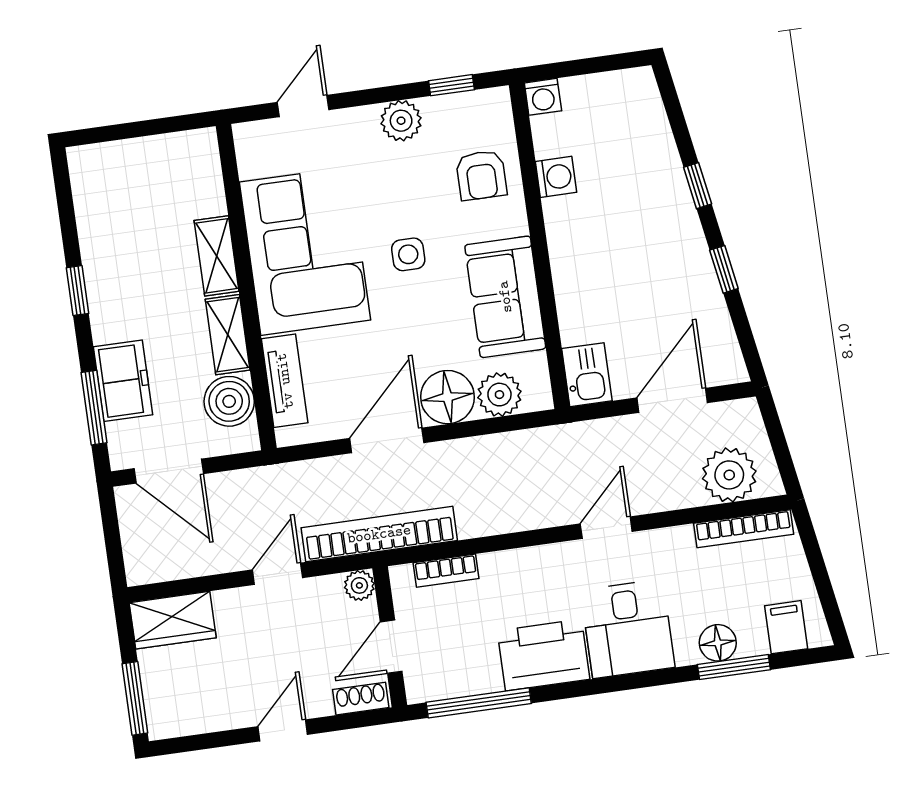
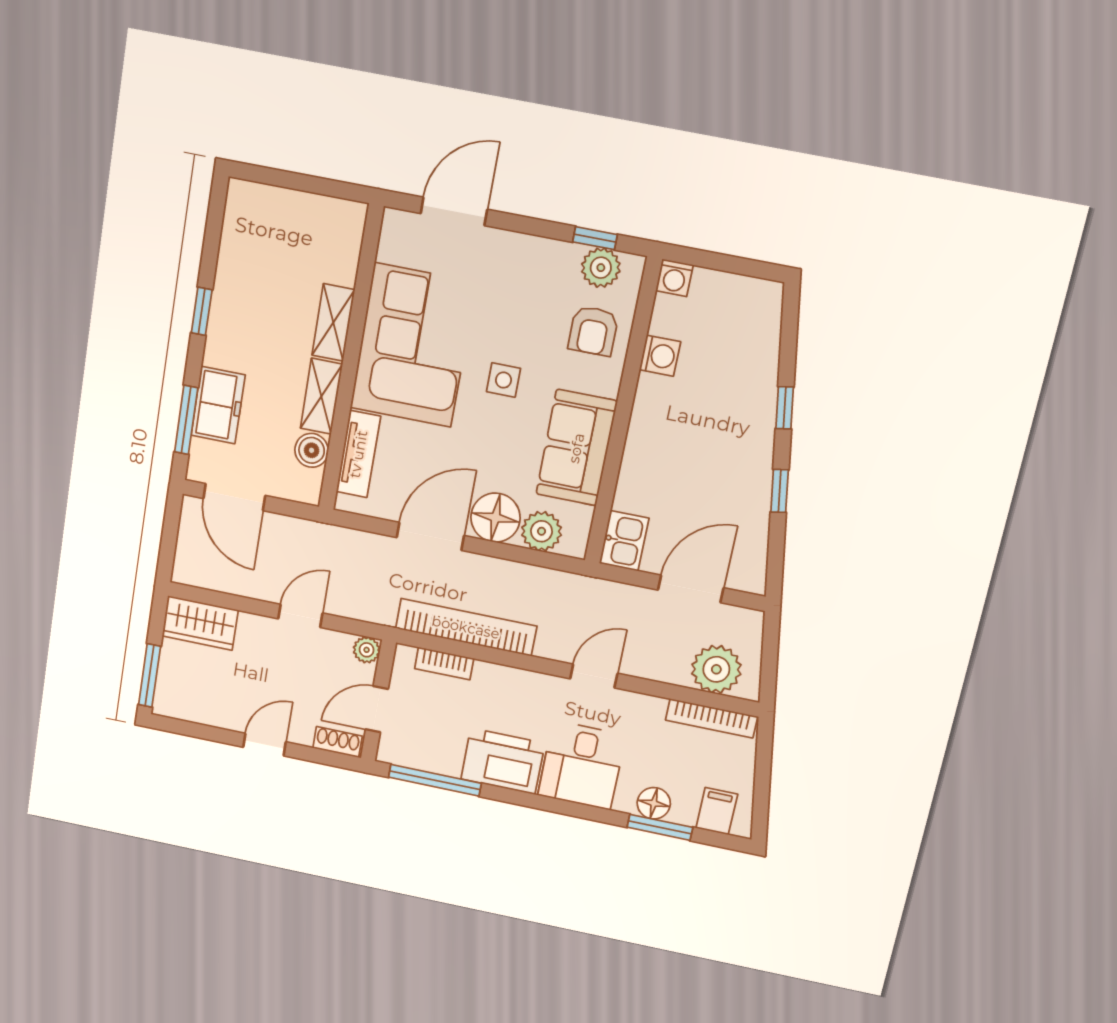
door: (303, 106) -> (454, 211), width x1.38
plant: (401, 121) -> (601, 268), moved
boiler: (229, 401) -> (312, 450), width x0.73, depth x0.73
bookcase: (379, 534) -> (466, 627), moved

